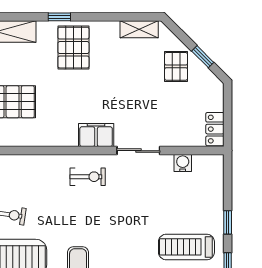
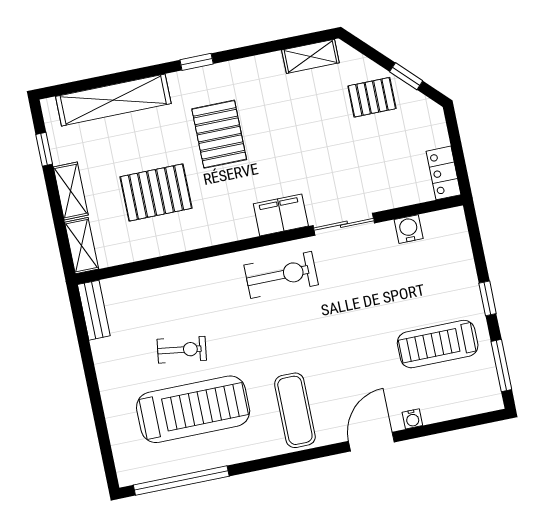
pallet: (73, 48) -> (219, 134), moved
pallet: (176, 66) -> (372, 97), turned 90
exercise bike: (88, 177) -> (281, 275), width x1.38, depth x1.39

